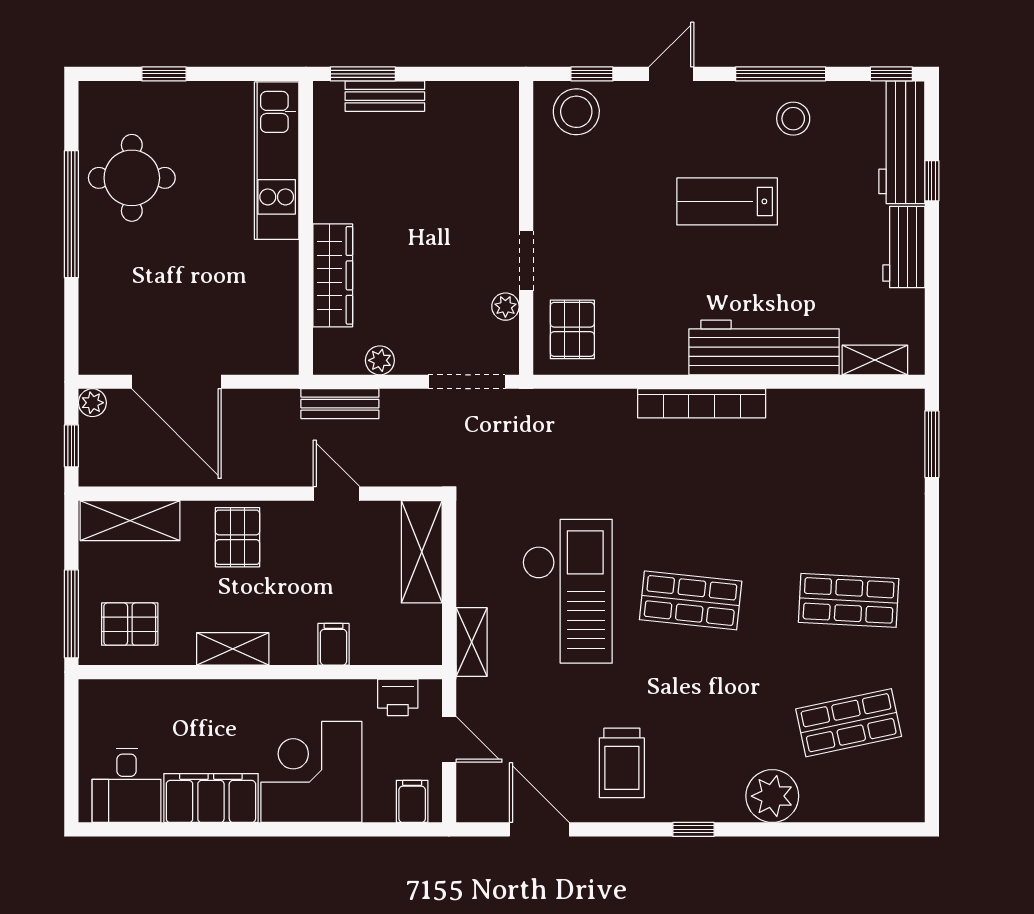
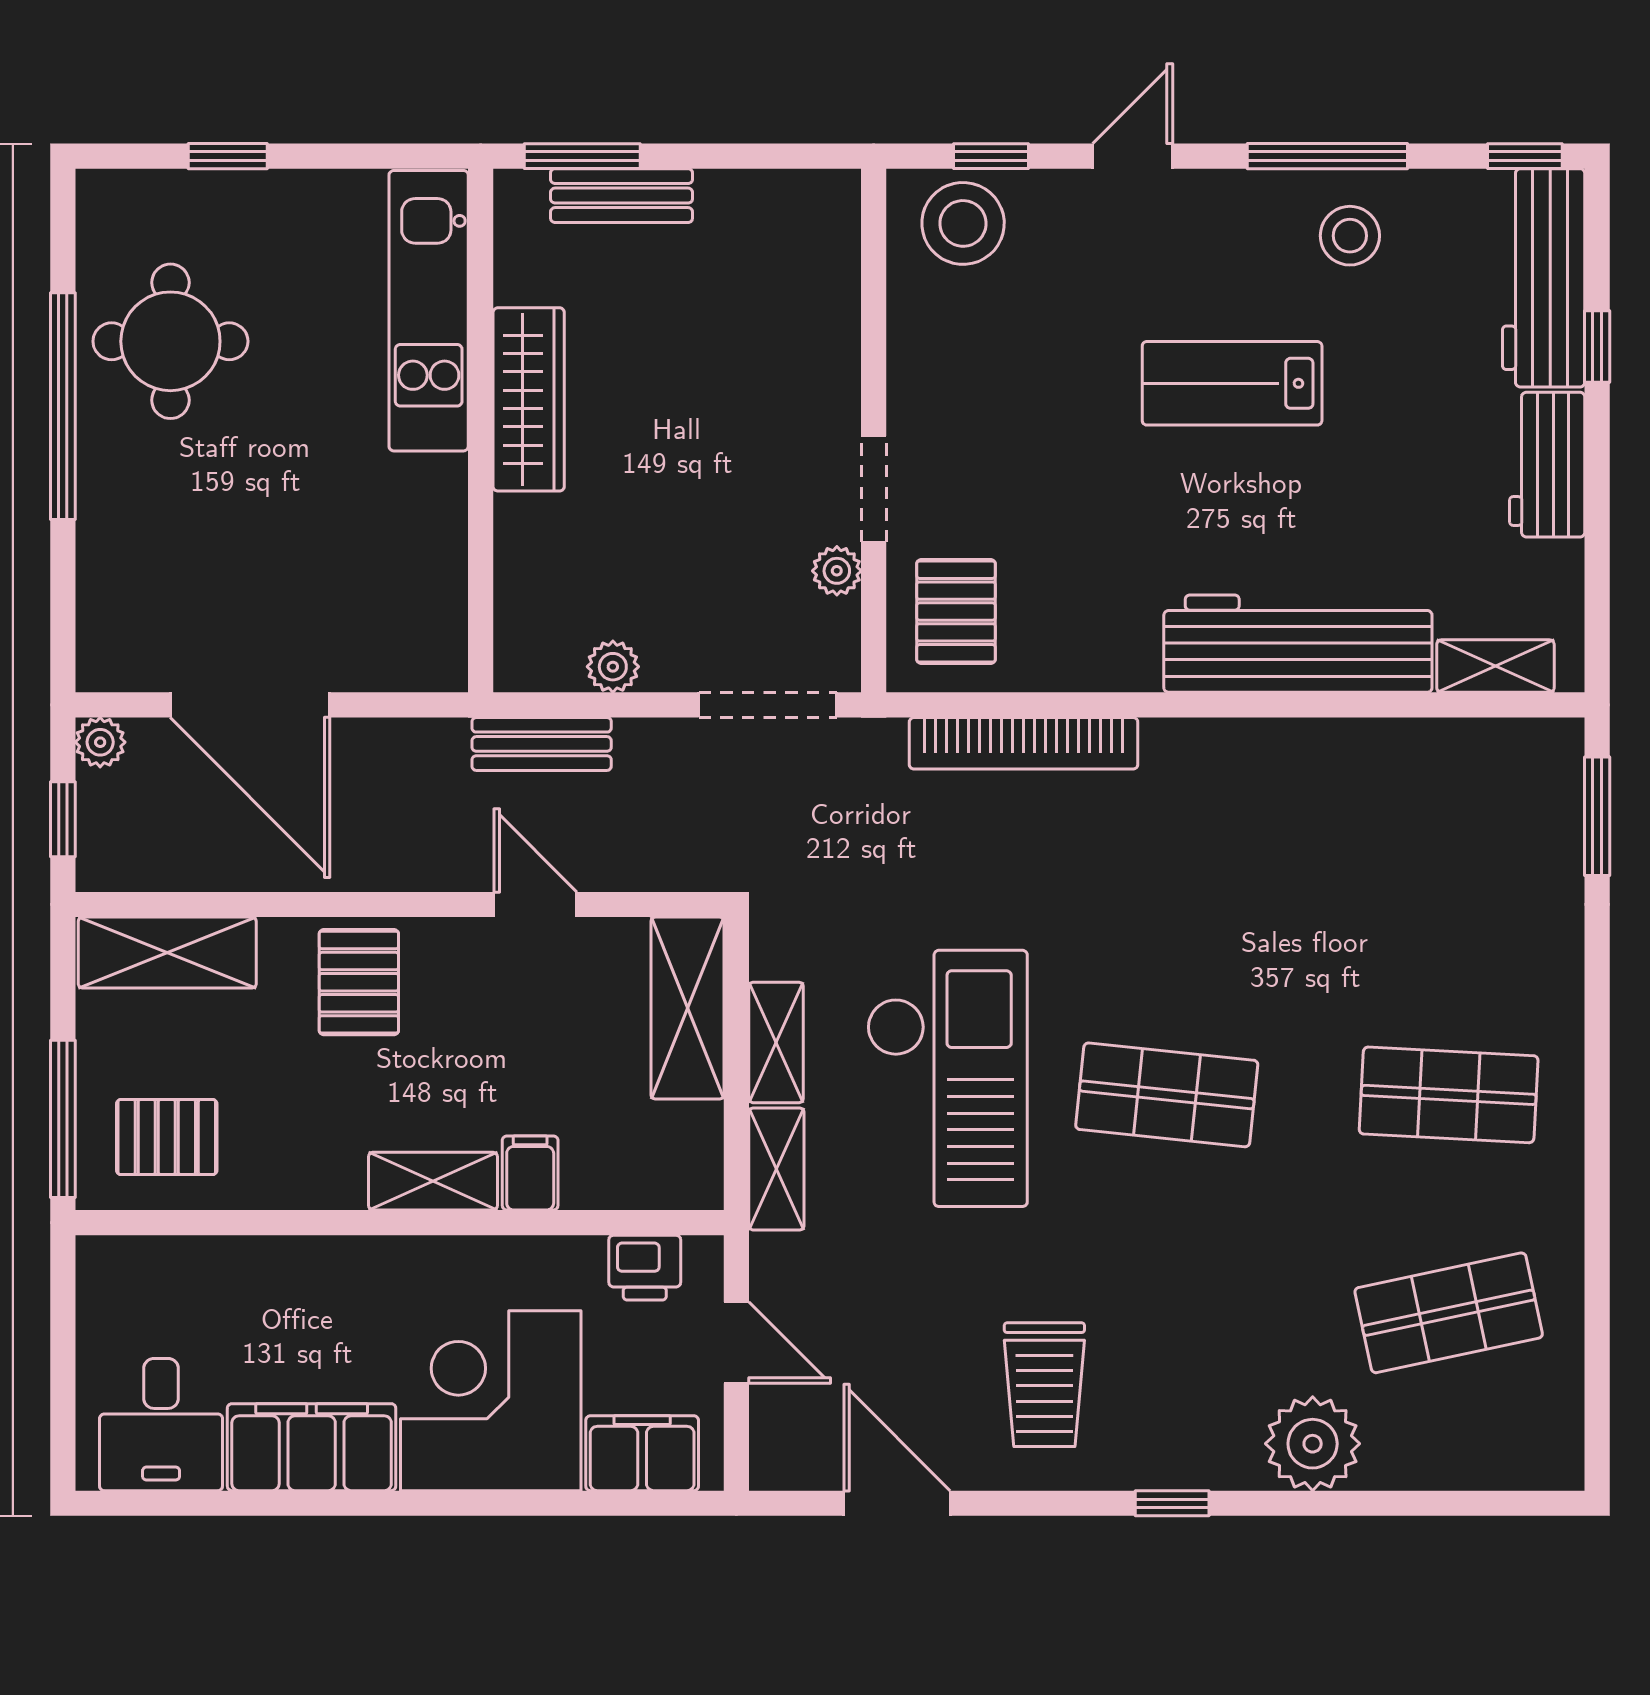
wardrobe: (333, 275) -> (529, 399), moved
bookcase: (702, 403) -> (1024, 743), moved
shelving: (471, 571) -> (776, 1042), added
shelving: (233, 649) -> (433, 1181), moved
filing cabinet: (412, 801) -> (642, 1453), width x2.00

